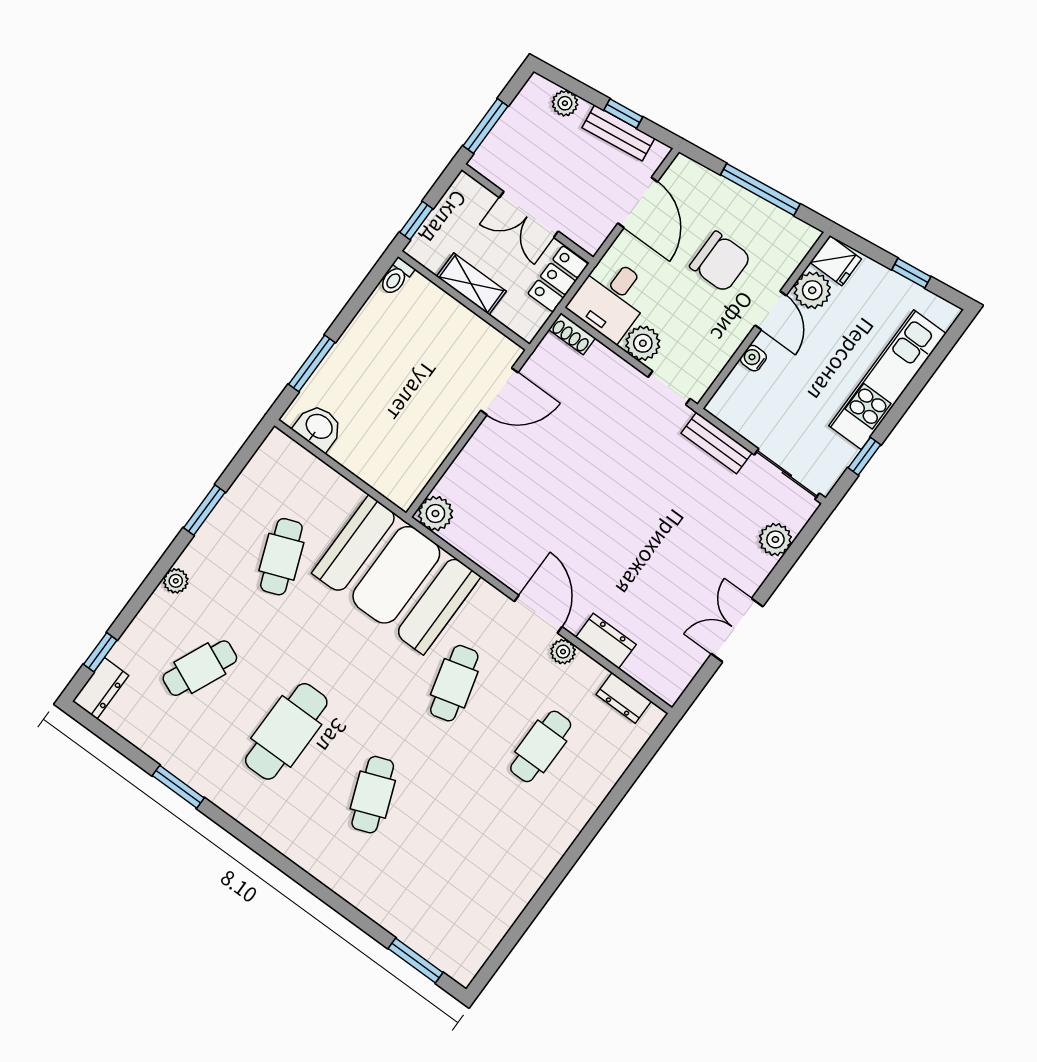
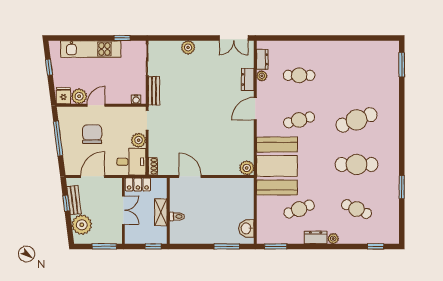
plant: (565, 103) -> (82, 225), width x1.87, depth x1.87
toilet: (396, 277) -> (177, 216), moved
water cooler: (753, 358) -> (136, 99), moved
window: (204, 510) -> (276, 246), moved
plant: (775, 539) -> (188, 47), moved
double door: (737, 630) -> (234, 38), moved
plant: (563, 652) -> (262, 76), moved
dresser: (101, 688) -> (316, 237), moved
cafe table: (373, 795) -> (357, 120), width x1.37, depth x1.35

